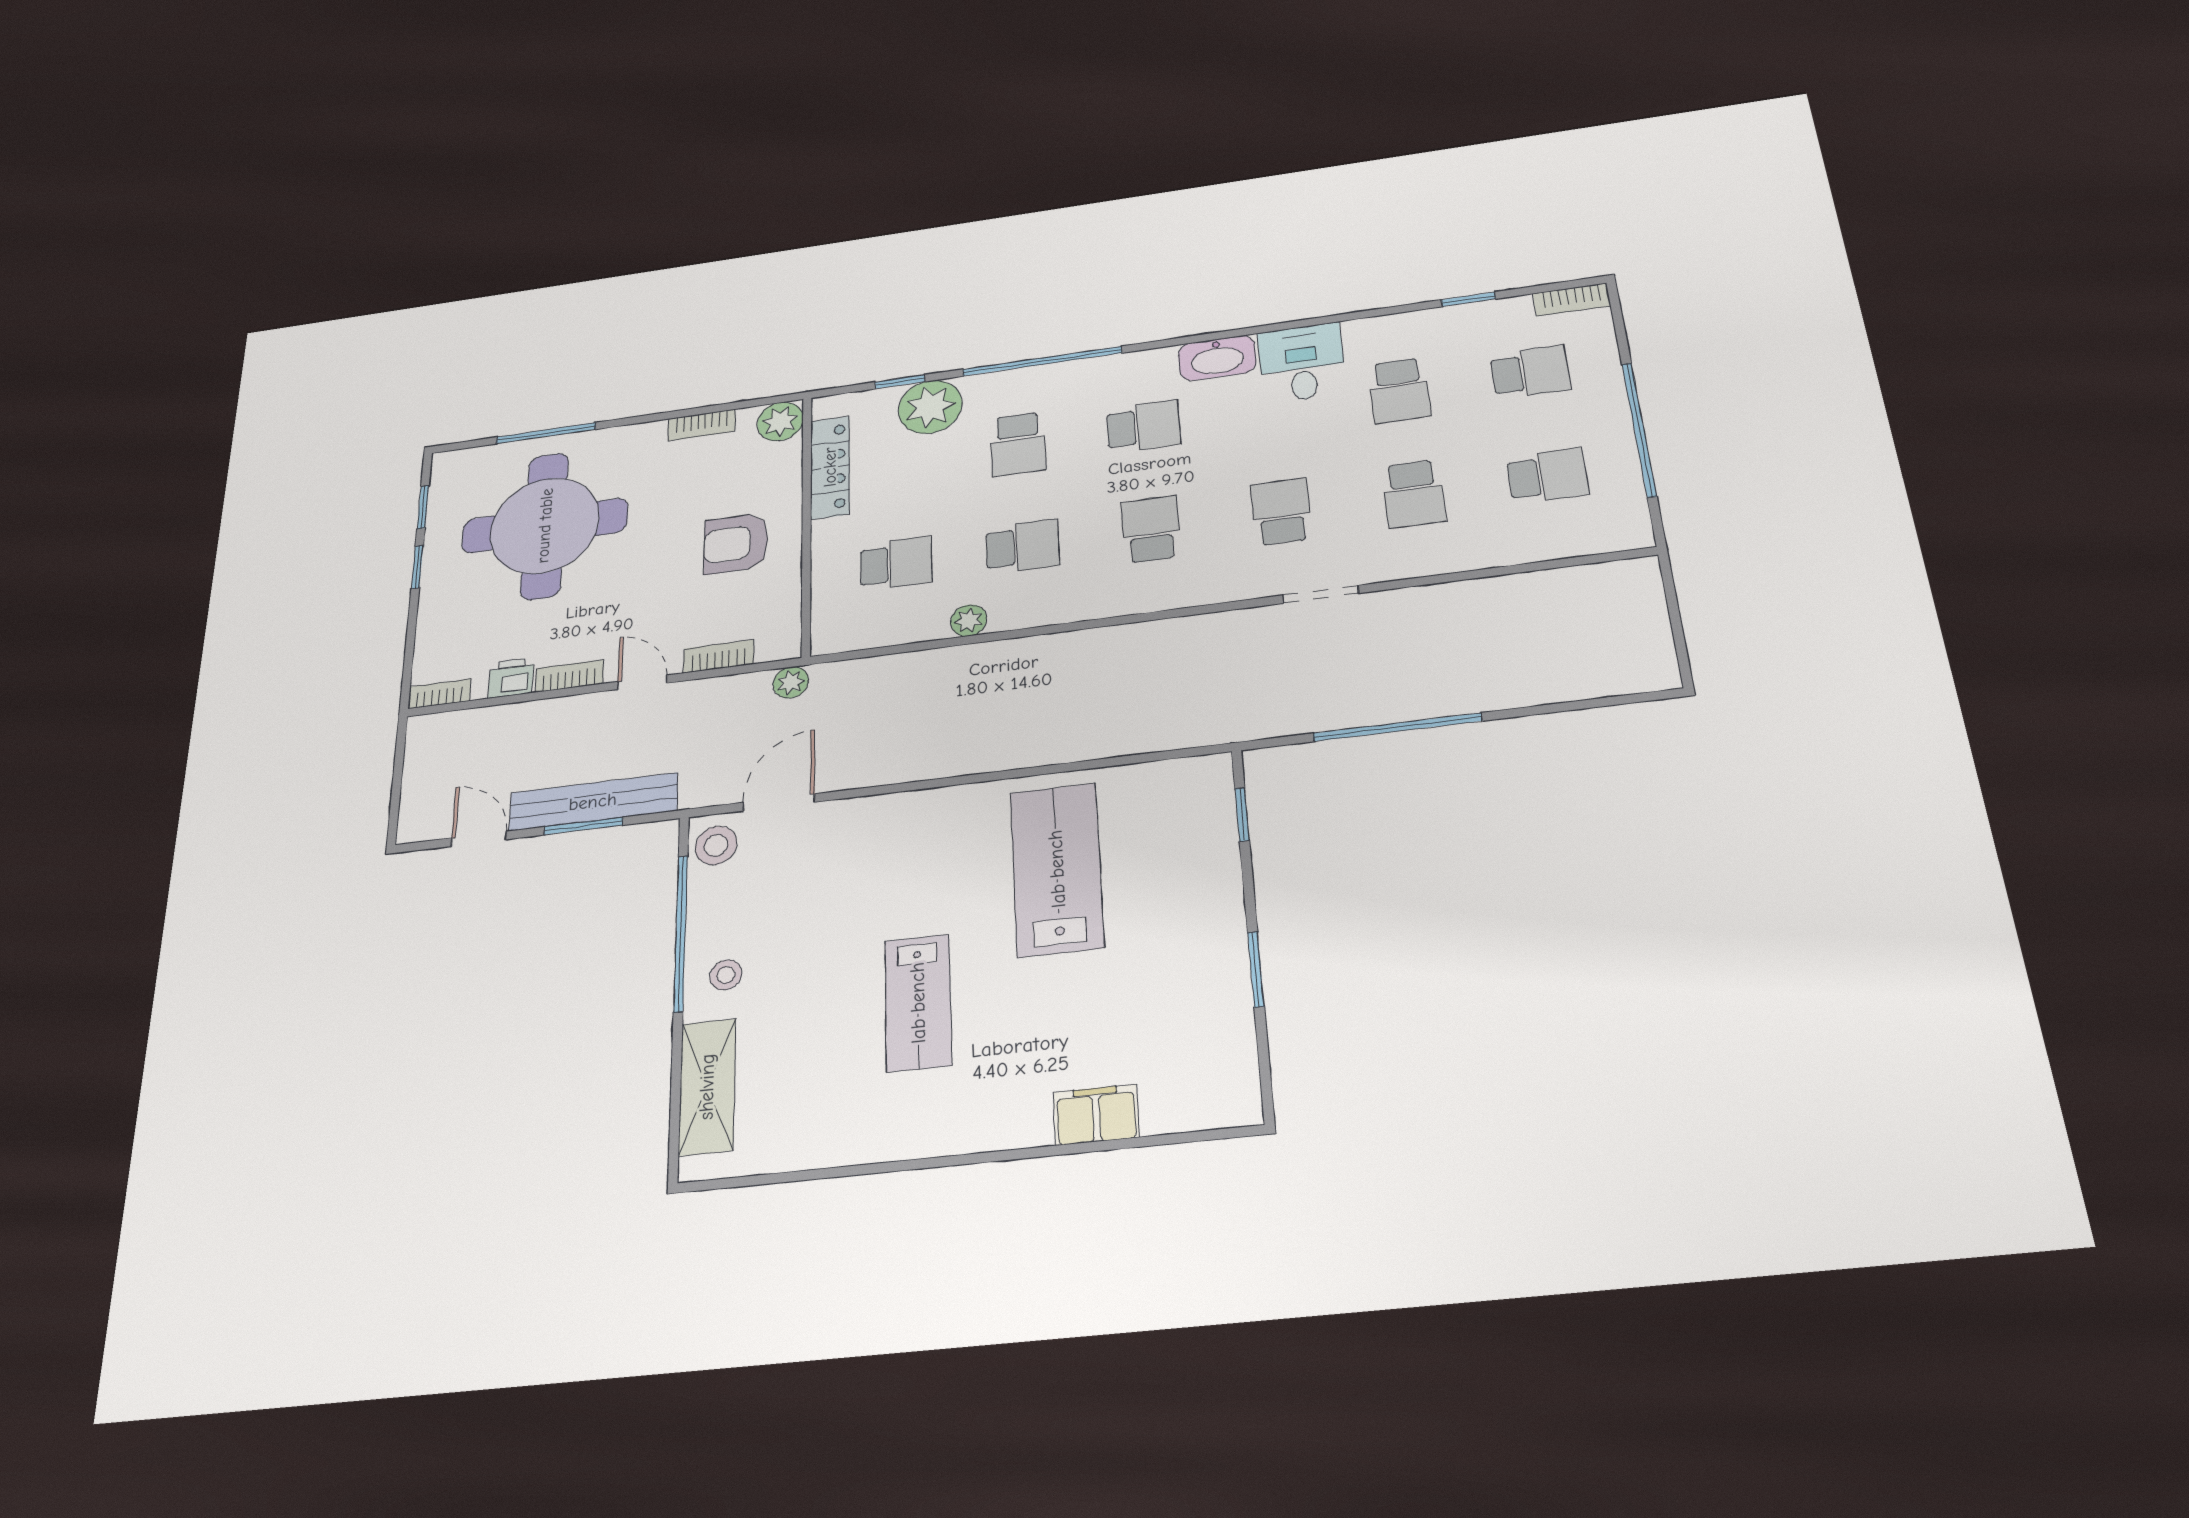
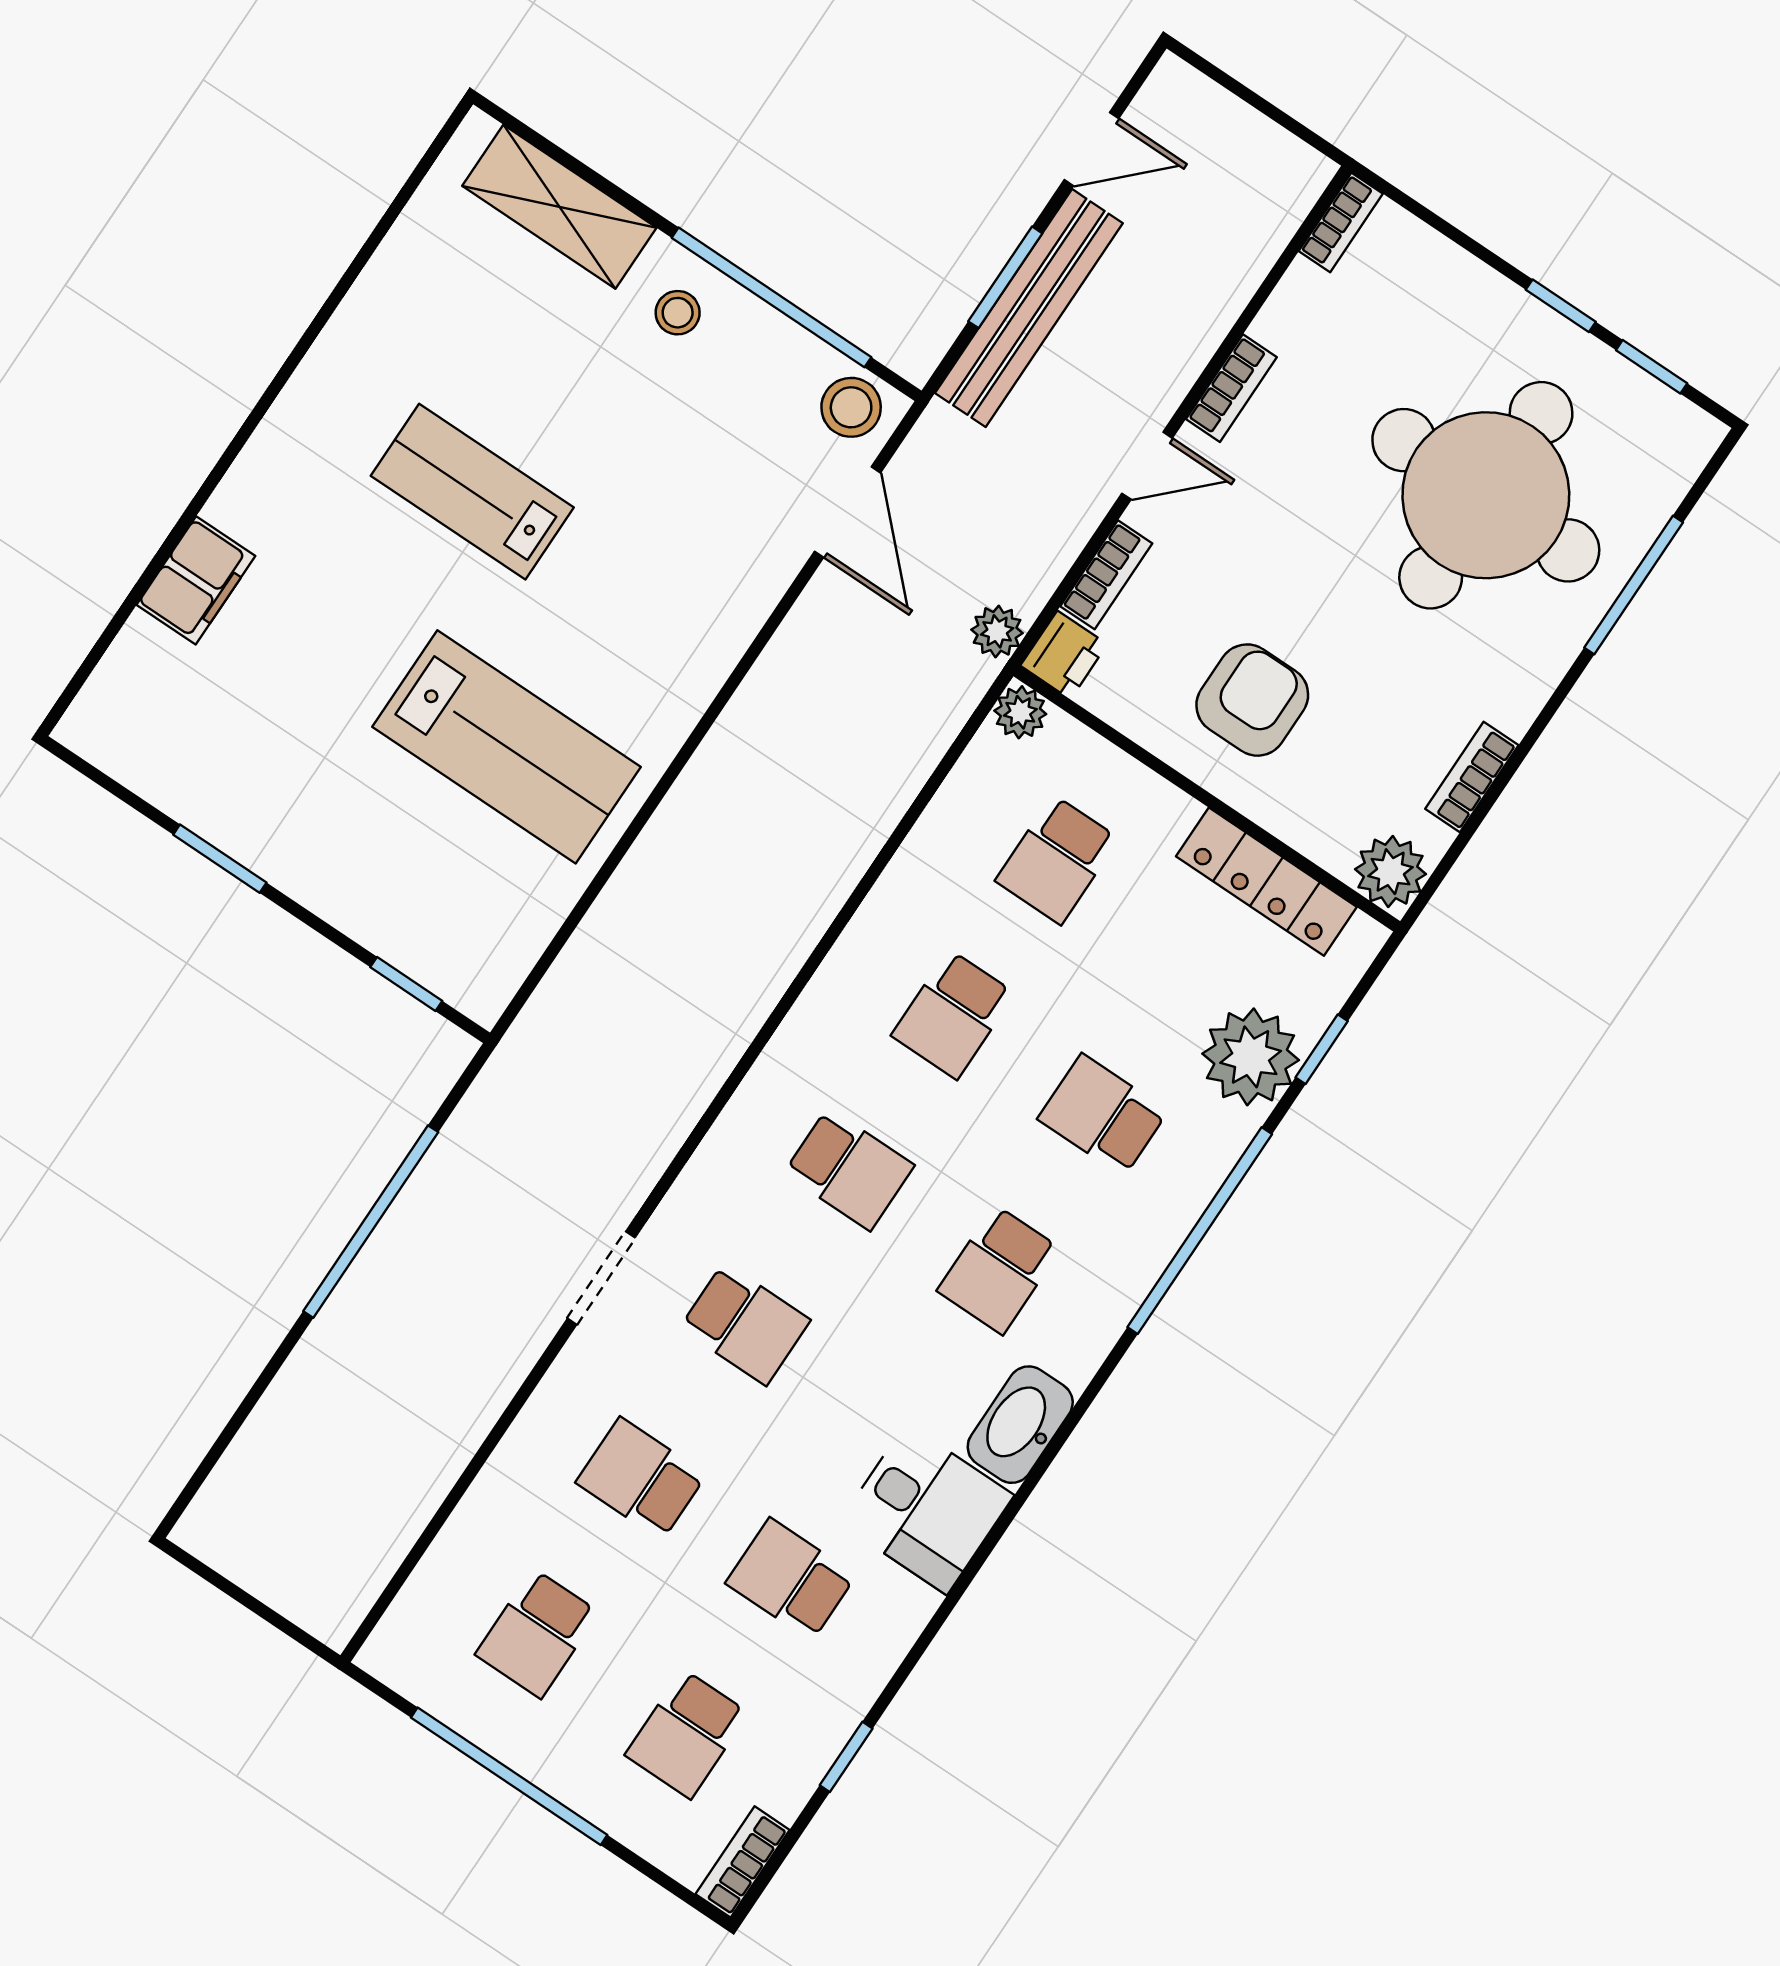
plant: (969, 620) -> (1020, 712), moved
printer: (511, 678) -> (1064, 655), moved

